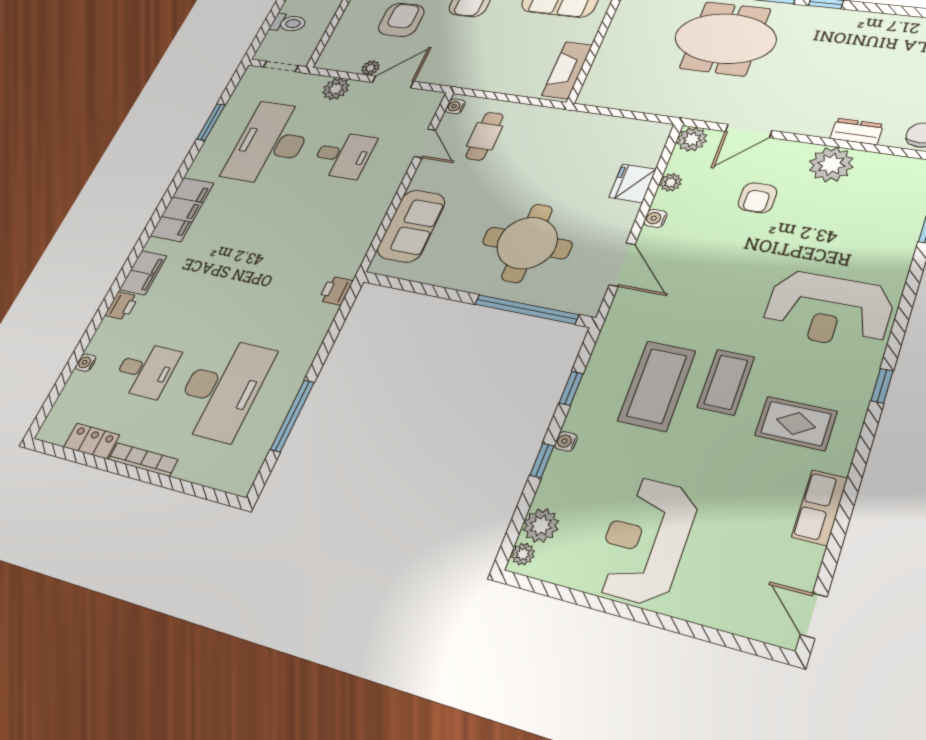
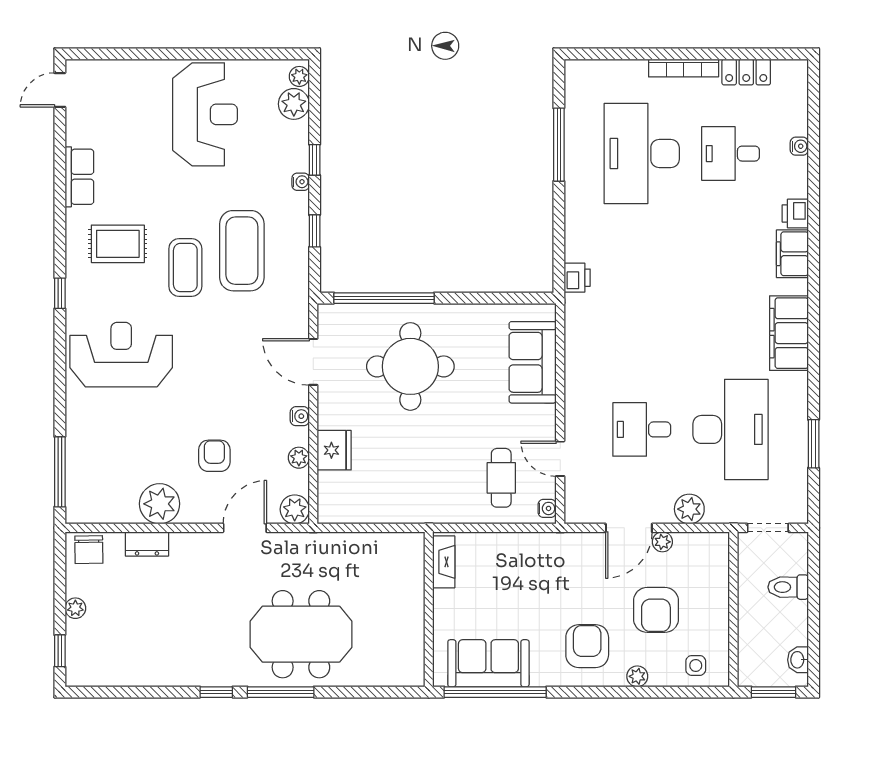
fireplace: (567, 70) -> (444, 562), width x0.73, depth x0.76
door: (814, 616) -> (60, 90), swing flipped

